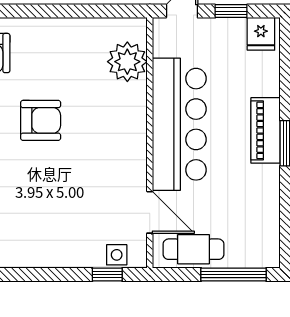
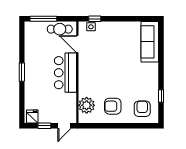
armchair: (41, 120) -> (113, 106), moved
bar counter: (179, 124) -> (65, 73), width x0.73
piano: (266, 130) -> (30, 77), removed

